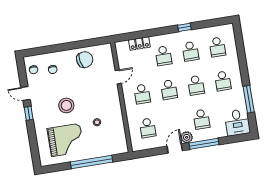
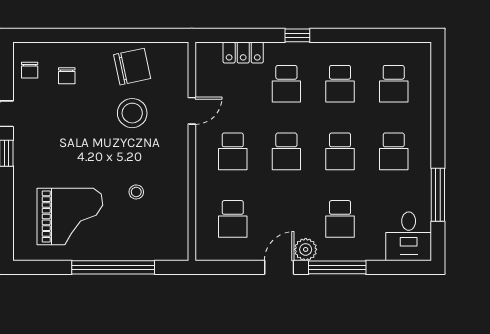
window: (184, 27) -> (297, 35), moved
stool: (66, 105) -> (132, 113), moved

